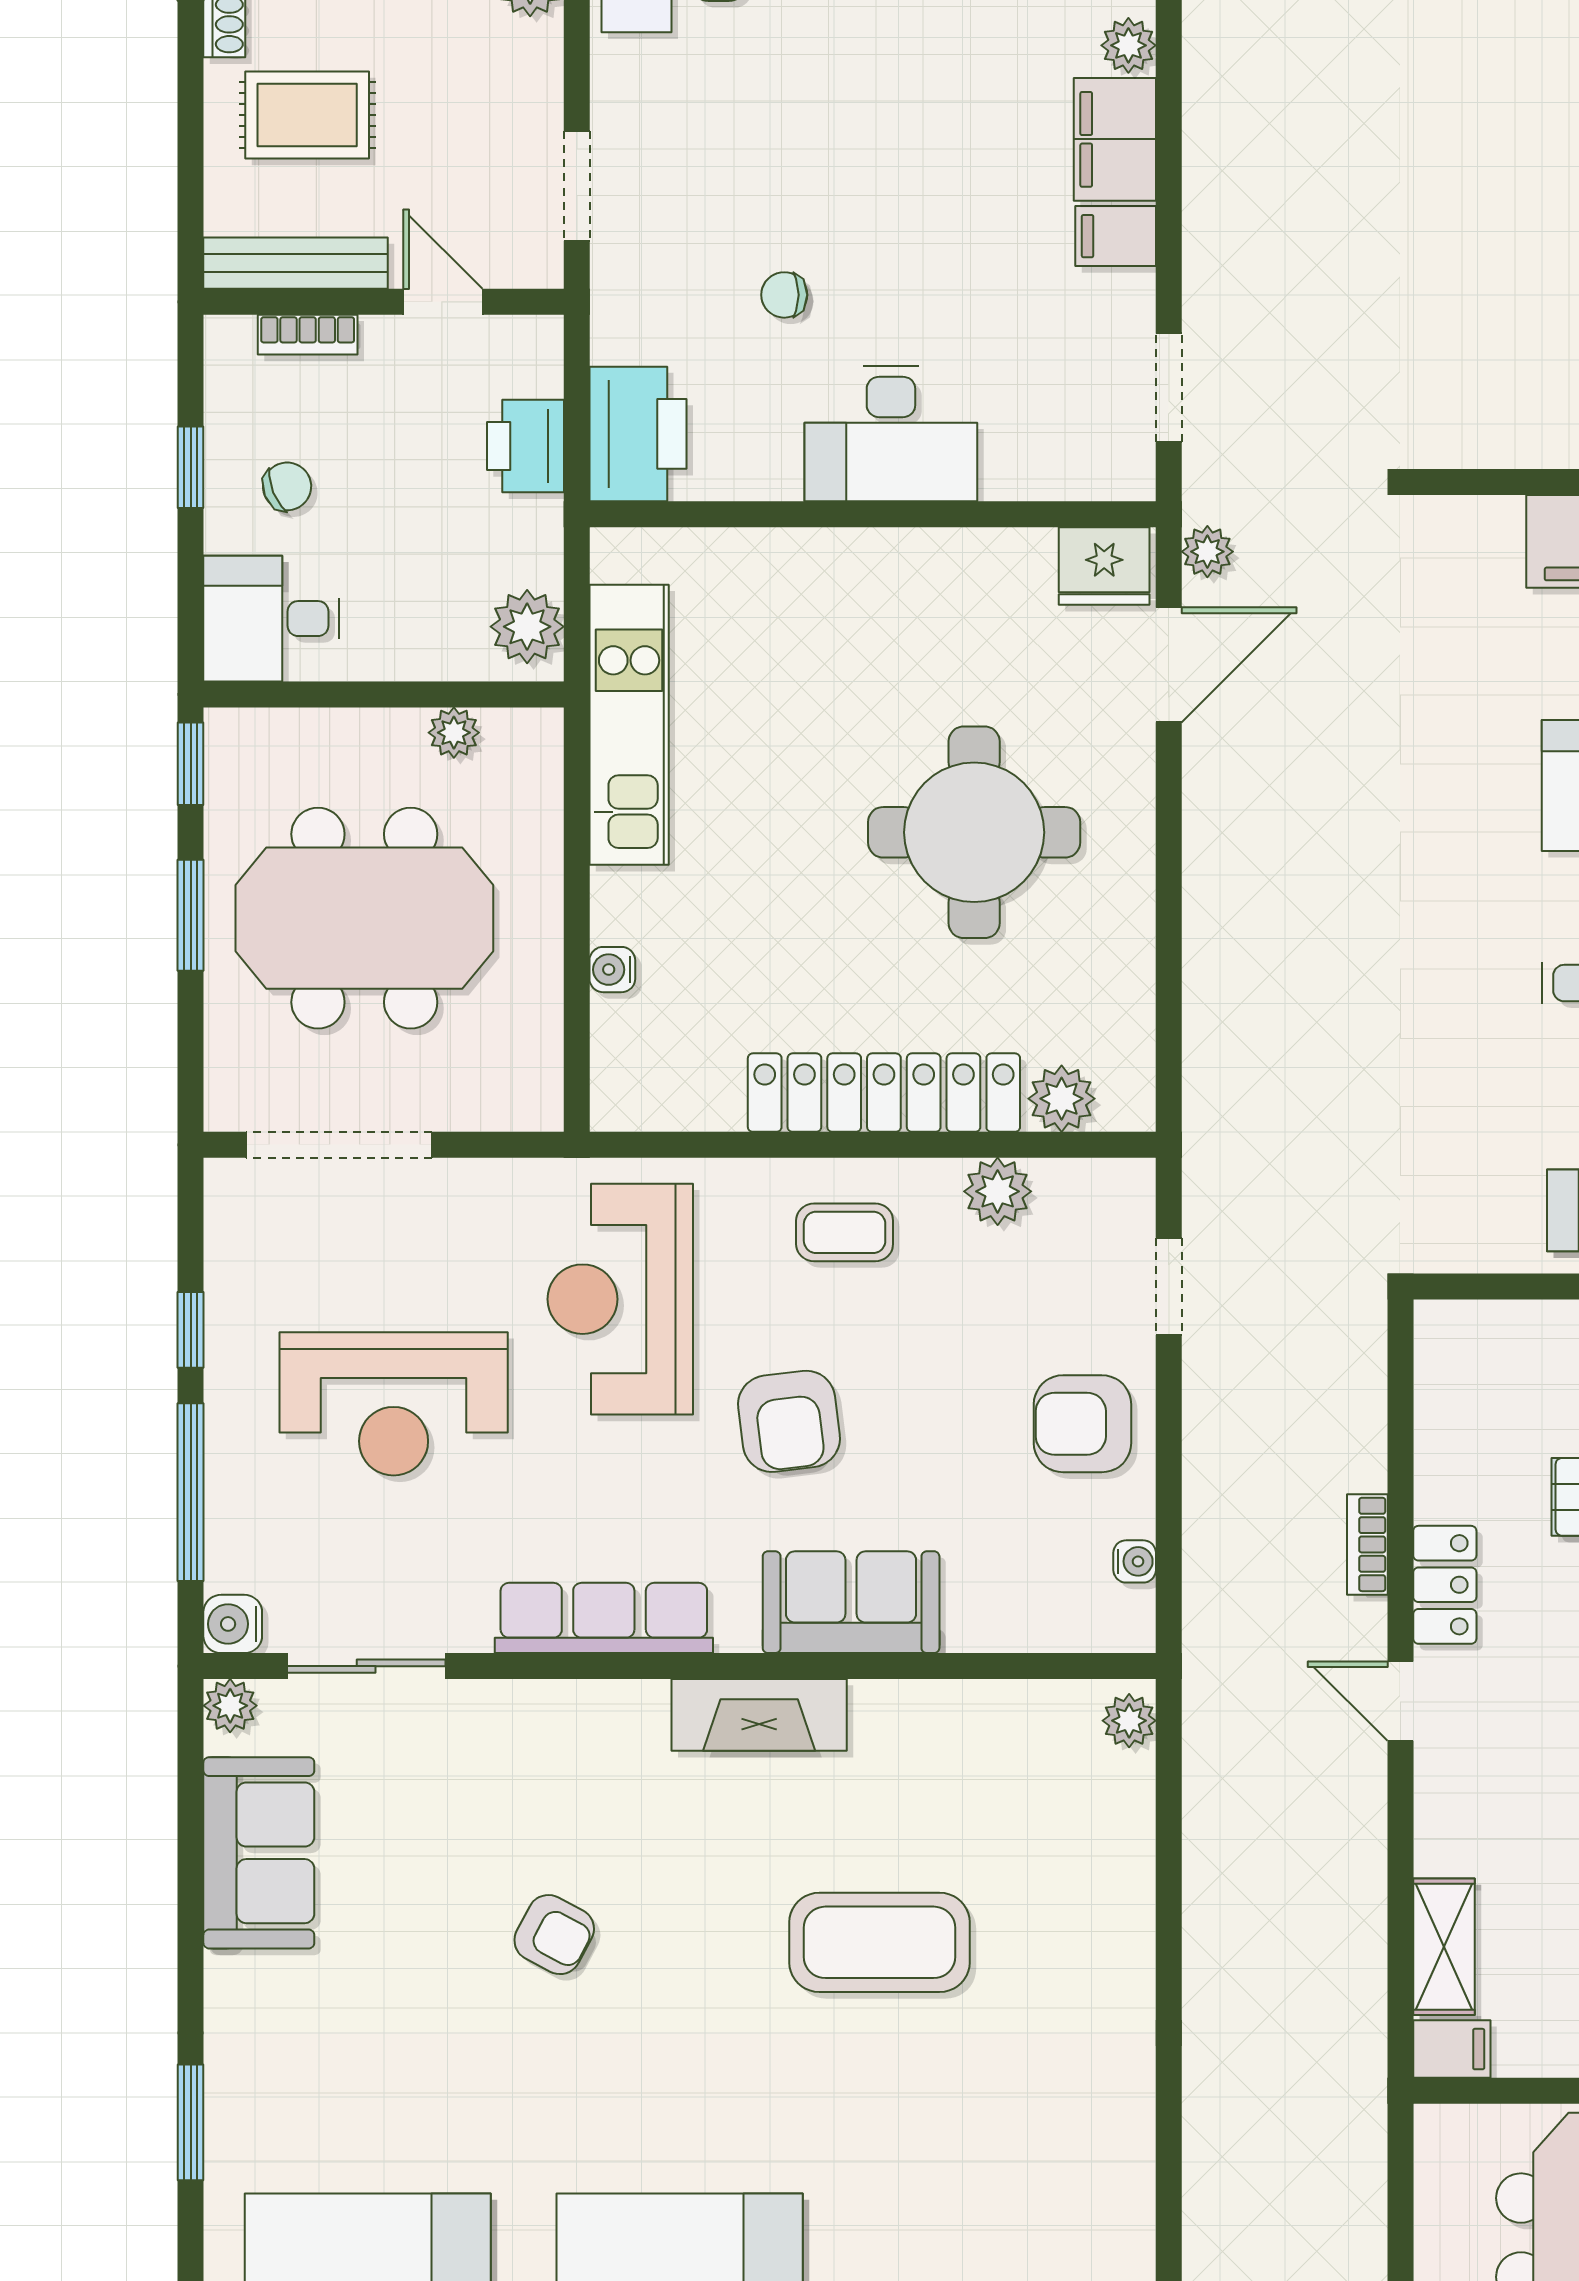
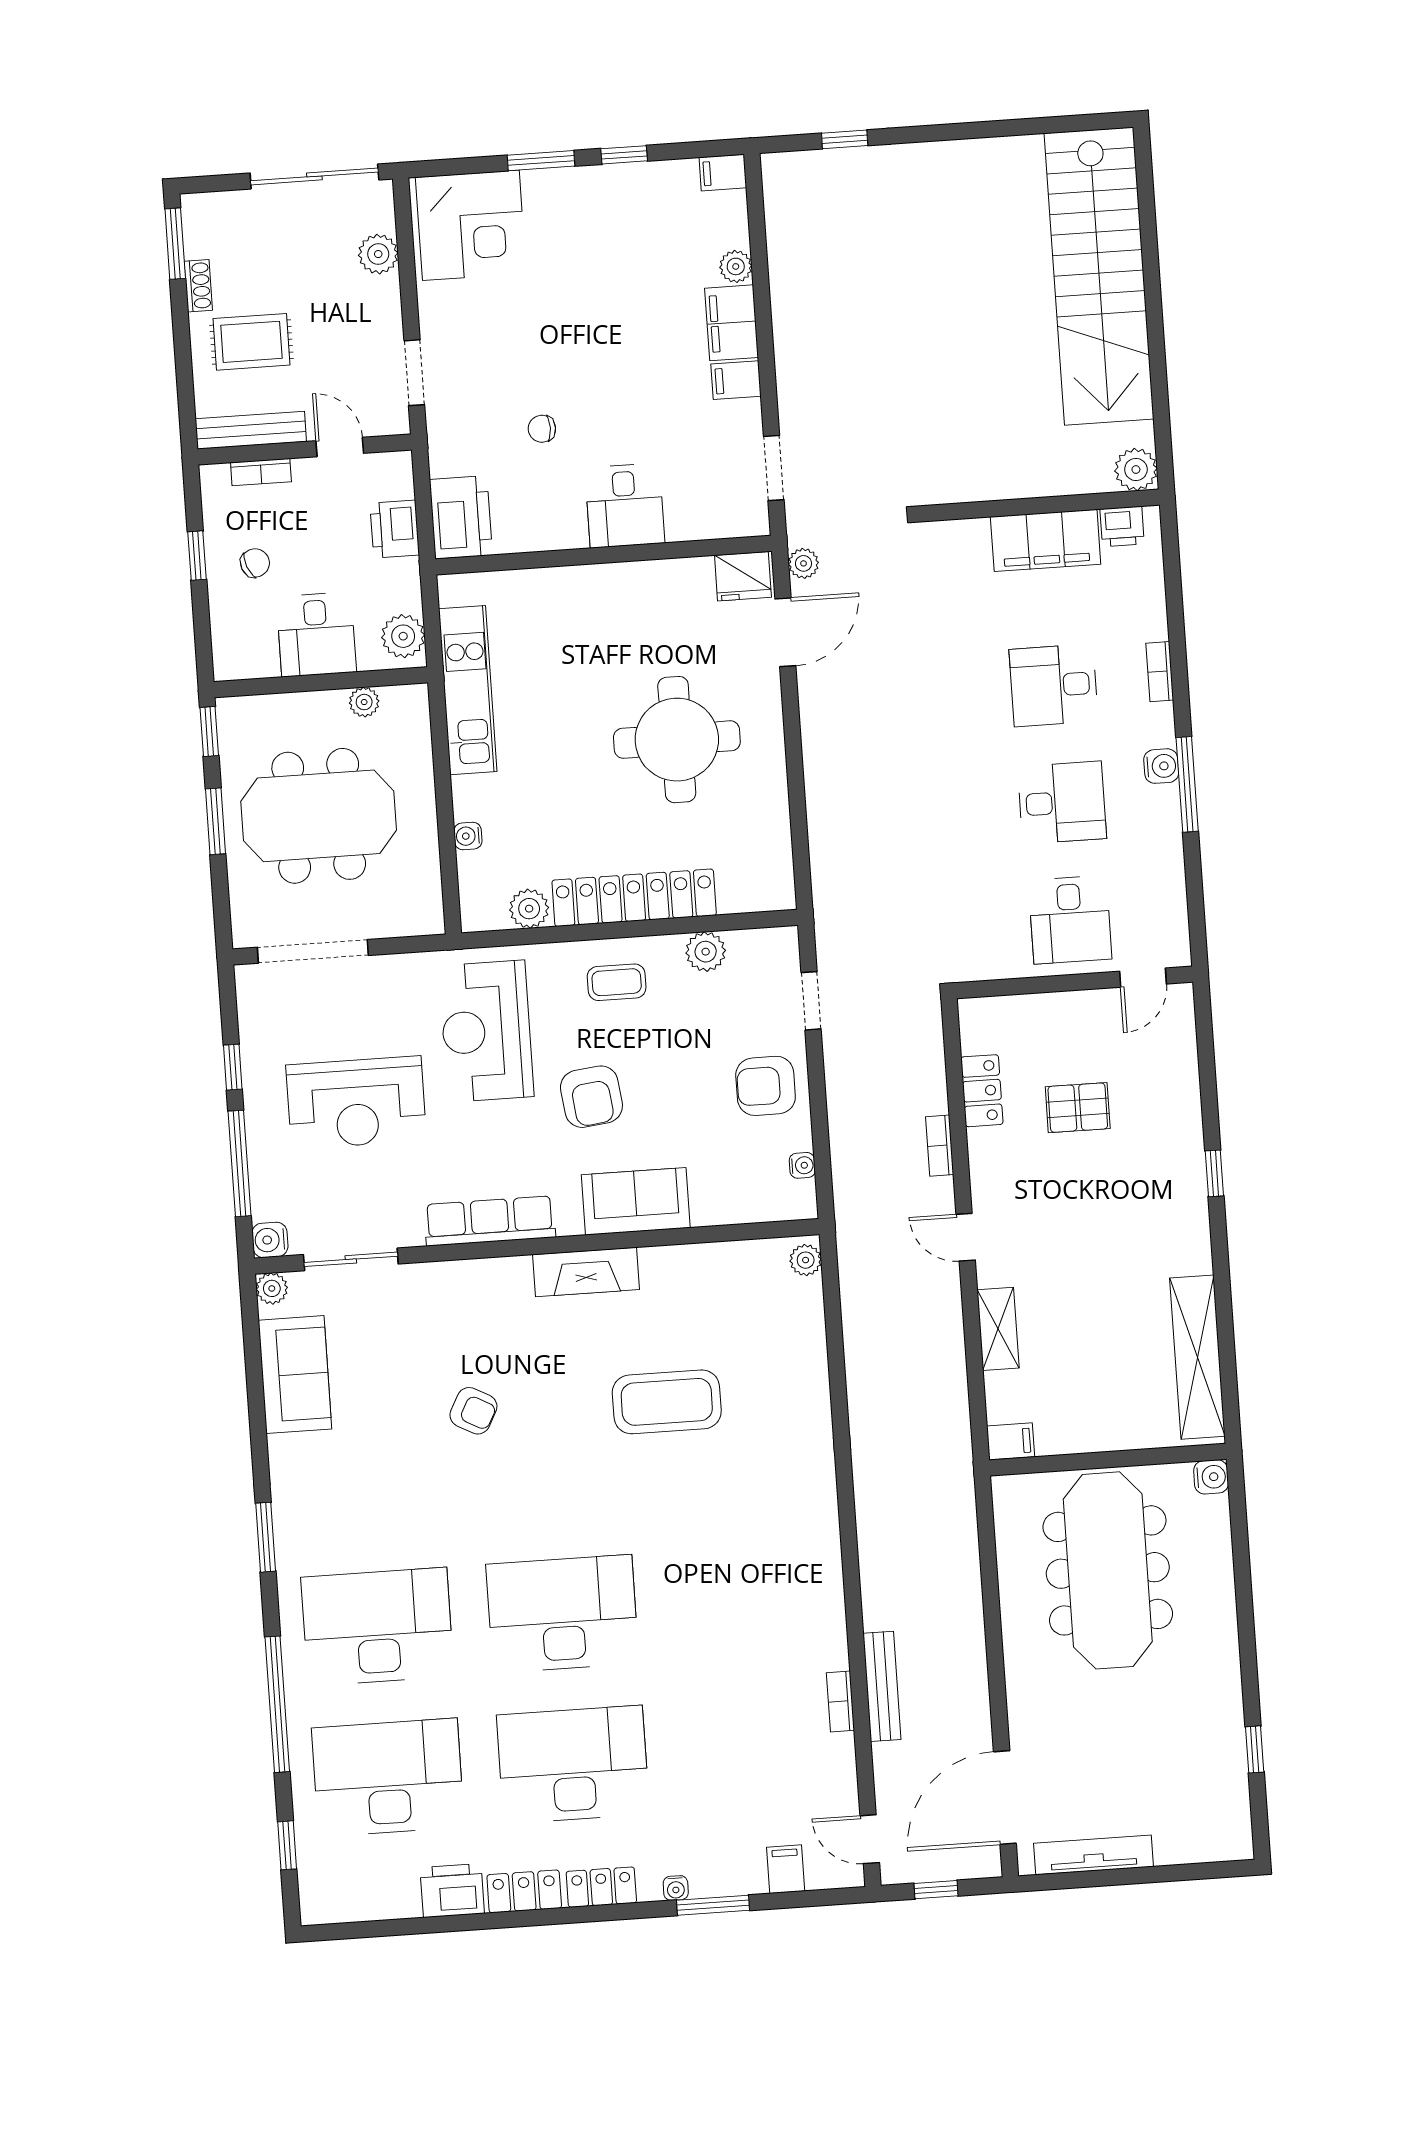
desk: (891, 434) -> (625, 506), width x0.73
desk: (271, 619) -> (316, 634), moved, turned -90
plant: (1062, 1099) -> (529, 909), moved
locker: (1445, 1585) -> (982, 1091), moved
shelving: (1444, 1947) -> (998, 1329), moved

